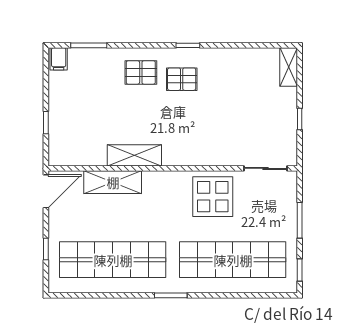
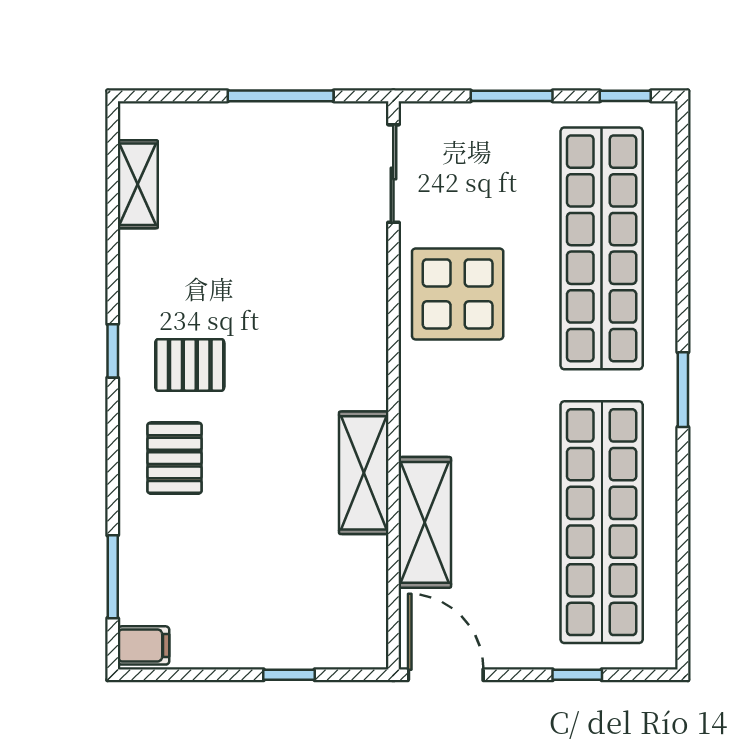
shelving: (289, 67) -> (138, 184), moved, turned 90
pallet: (182, 79) -> (190, 365), turned 90
window: (300, 119) -> (281, 96), width x2.17

